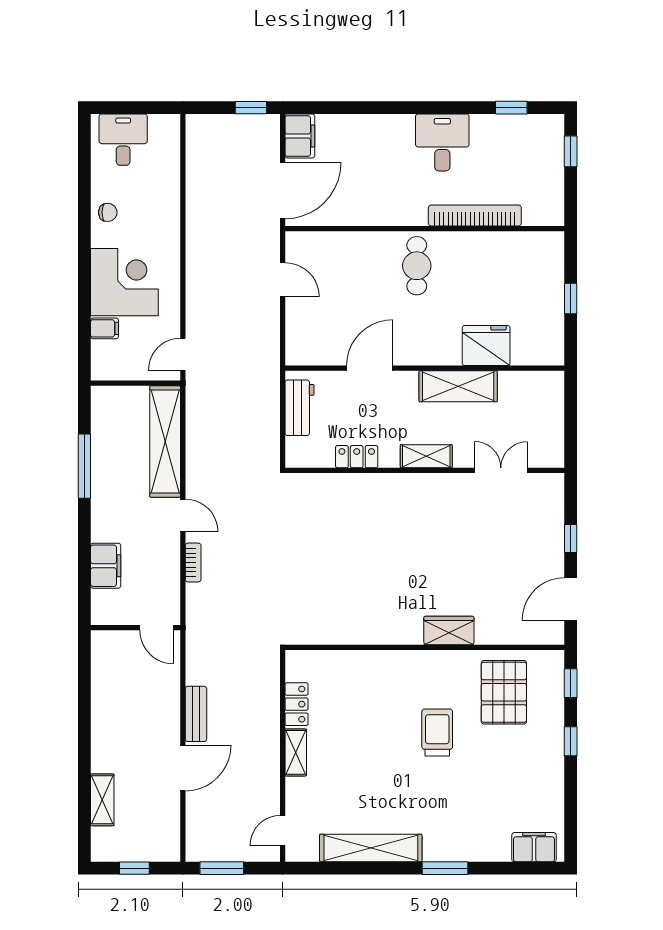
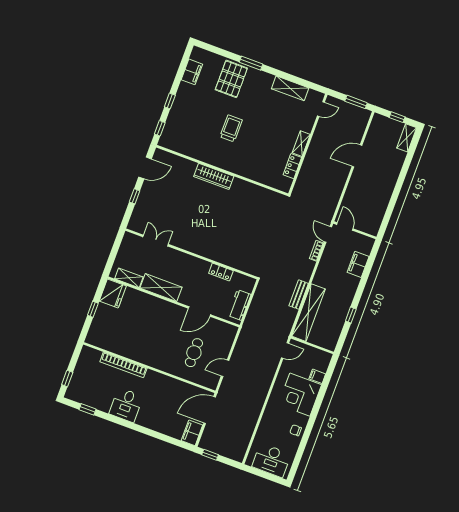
desk: (123, 140) -> (271, 460), width x1.37
cafe table: (417, 266) -> (194, 353), moved
door: (283, 280) -> (225, 368), hinge flipped
fridge: (486, 346) -> (113, 293), moved, turned -90
shelving: (426, 456) -> (129, 278), moved
window: (84, 466) -> (351, 315), width x0.46
double door: (501, 470) -> (156, 241), swing flipped
door: (183, 515) -> (328, 234), moved
wardrobe: (449, 631) -> (214, 176), width x1.50
pallet: (504, 692) -> (231, 79), moved
bench: (196, 714) -> (299, 295), moved
trolley: (437, 732) -> (231, 128), turned 180
shelving: (102, 800) -> (407, 138), moved
filing cabinet: (534, 847) -> (192, 72), moved, turned -90
shelving: (371, 848) -> (290, 88), width x0.68

